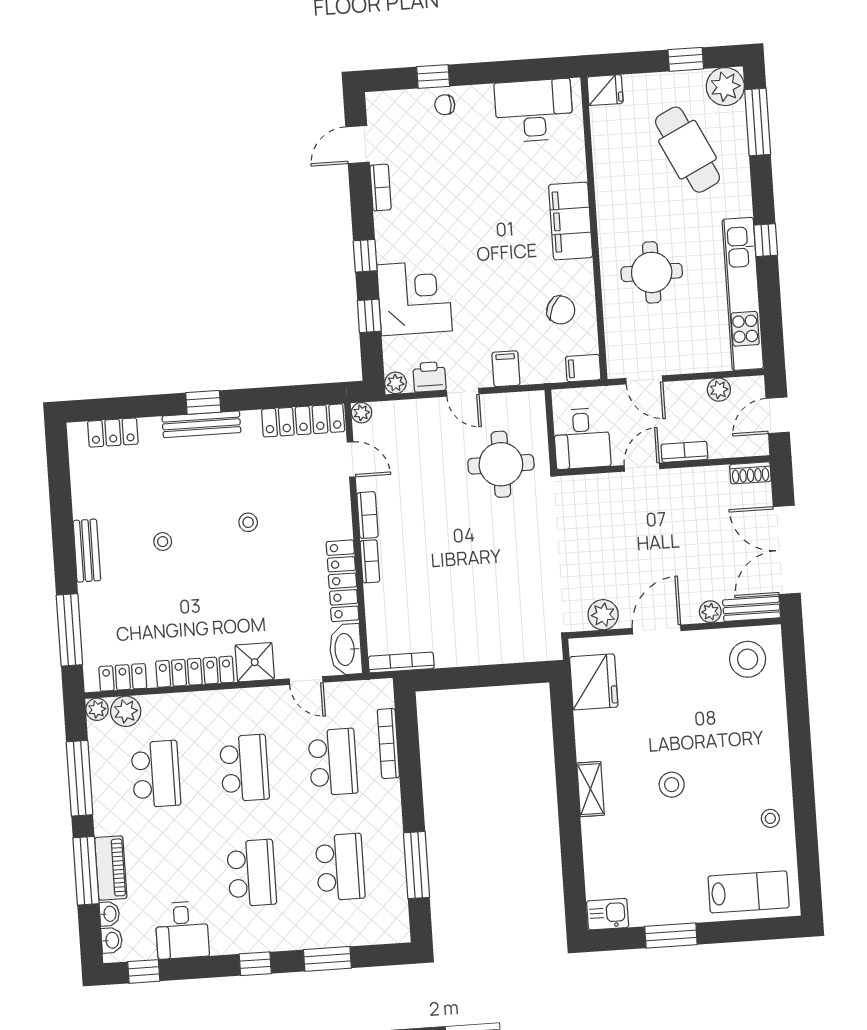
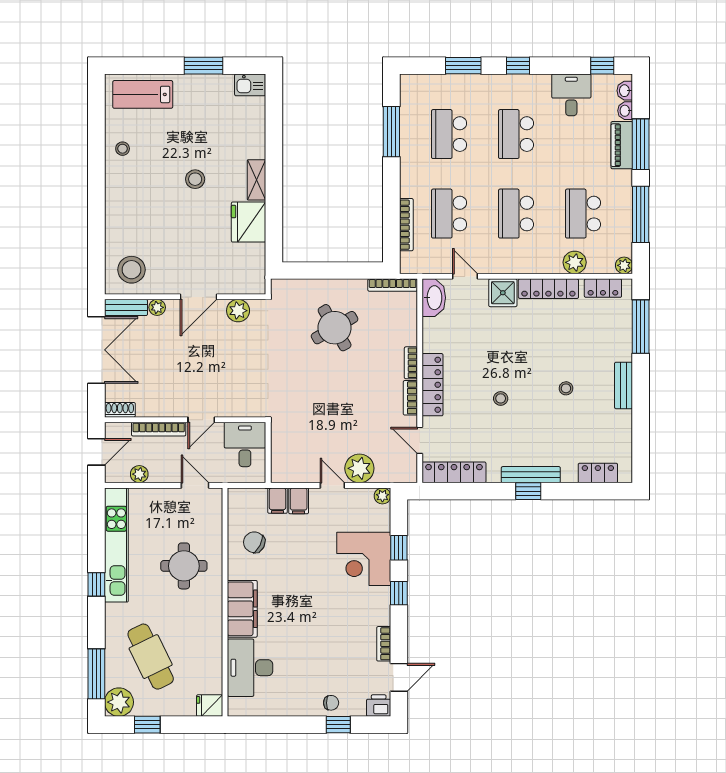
desk: (534, 111) -> (250, 668), moved, turned 90
filing cabinet: (583, 368) -> (278, 501), moved, turned 90
printer: (429, 377) -> (379, 706), moved, turned 180
plant: (362, 413) -> (359, 468), moved, width x1.87, depth x1.87
bookcase: (684, 452) -> (159, 429), width x1.56
round table: (501, 464) -> (335, 328), moved, turned -30
locker: (342, 581) -> (433, 385), moved
fridge: (594, 682) -> (249, 222), moved
plant: (126, 711) -> (575, 262), moved

